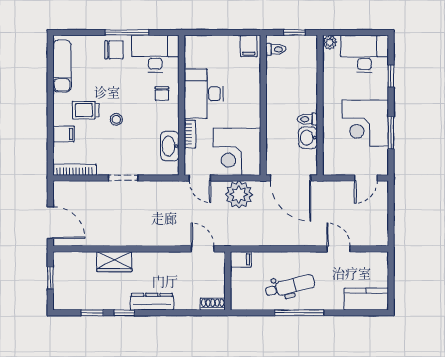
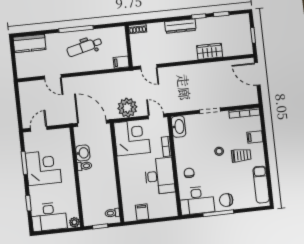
filing cabinet: (249, 46) -> (142, 212), moved
washbasin: (170, 146) -> (179, 127), moved

